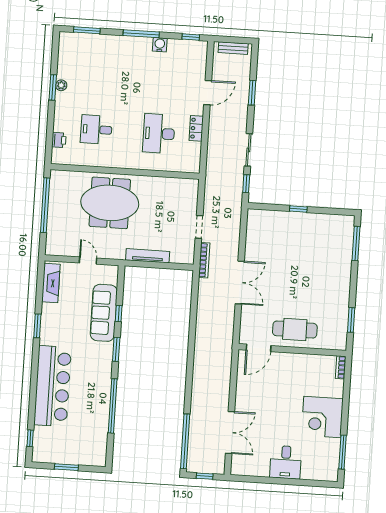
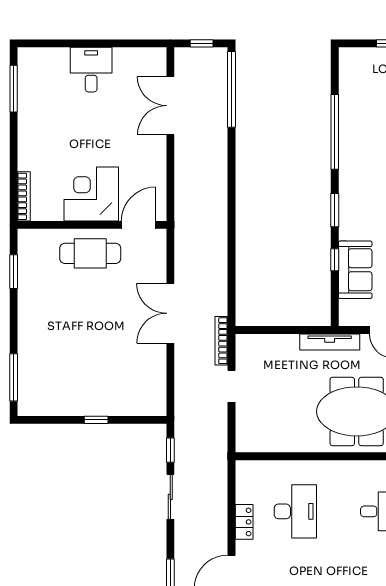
tv unit: (148, 256) -> (330, 342), moved
sofa: (104, 313) -> (355, 270), width x0.73
bookcase: (341, 367) -> (24, 196), width x1.56
corner desk: (322, 417) -> (91, 194), moved, turned -90

